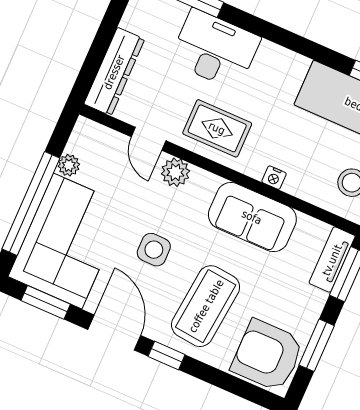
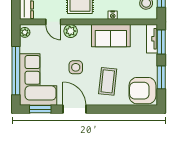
plant: (69, 165) -> (25, 32), moved
coffee table: (206, 306) -> (108, 81), width x0.73, depth x0.76
window: (167, 355) -> (100, 109), removed

